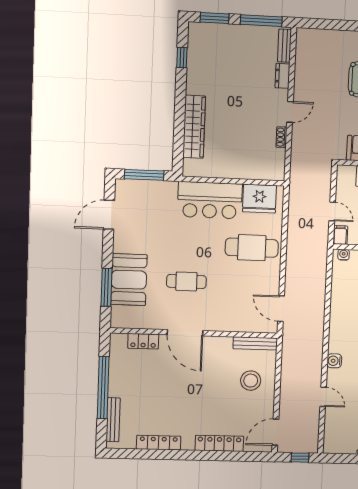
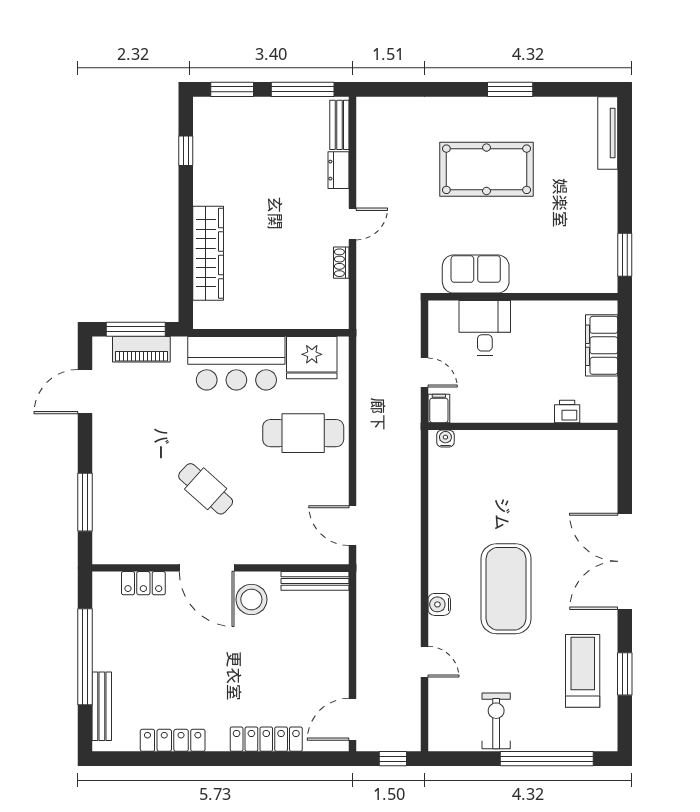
piano: (148, 188) -> (141, 349), added
booth: (129, 280) -> (118, 489), removed
cafe table: (186, 281) -> (206, 489), turned 42
stool: (251, 381) -> (251, 599), moved

